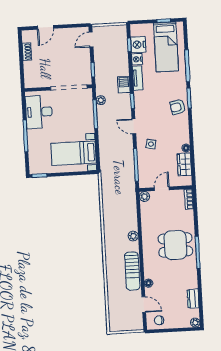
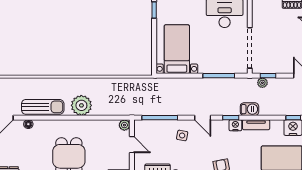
nightstand: (137, 59) -> (235, 125), moved
plant: (101, 100) -> (262, 83), moved
door: (134, 126) -> (203, 118), swing flipped
plant: (133, 236) -> (81, 105), width x1.88, depth x1.88
sun lounger: (132, 271) -> (43, 107), turned 180

